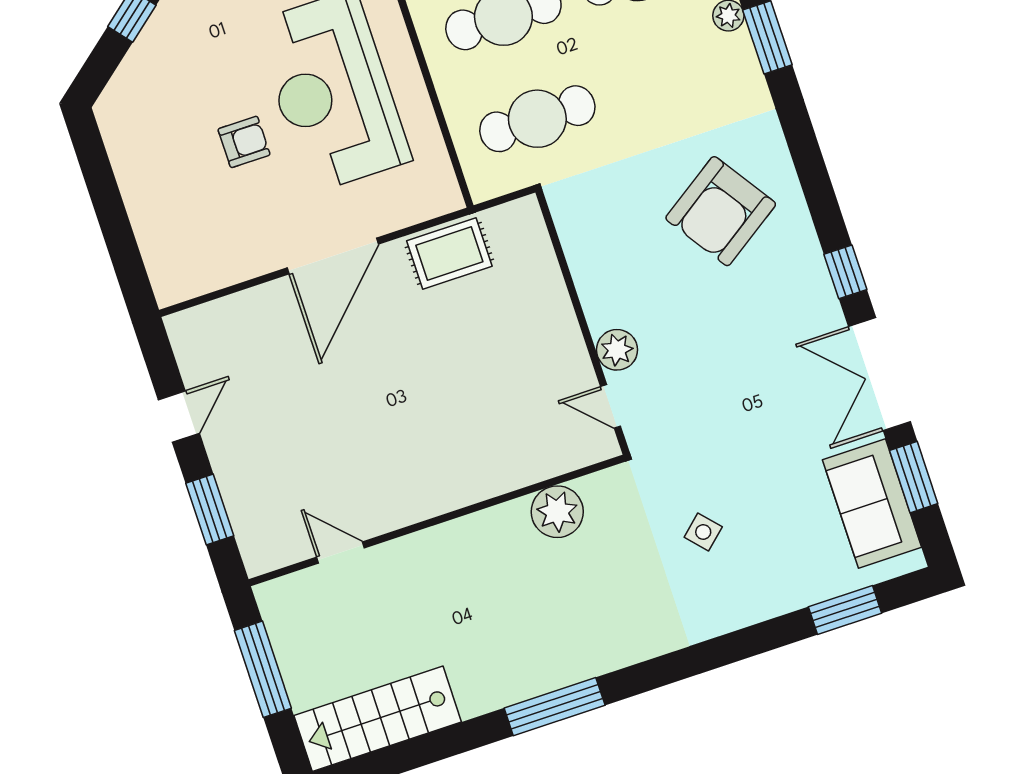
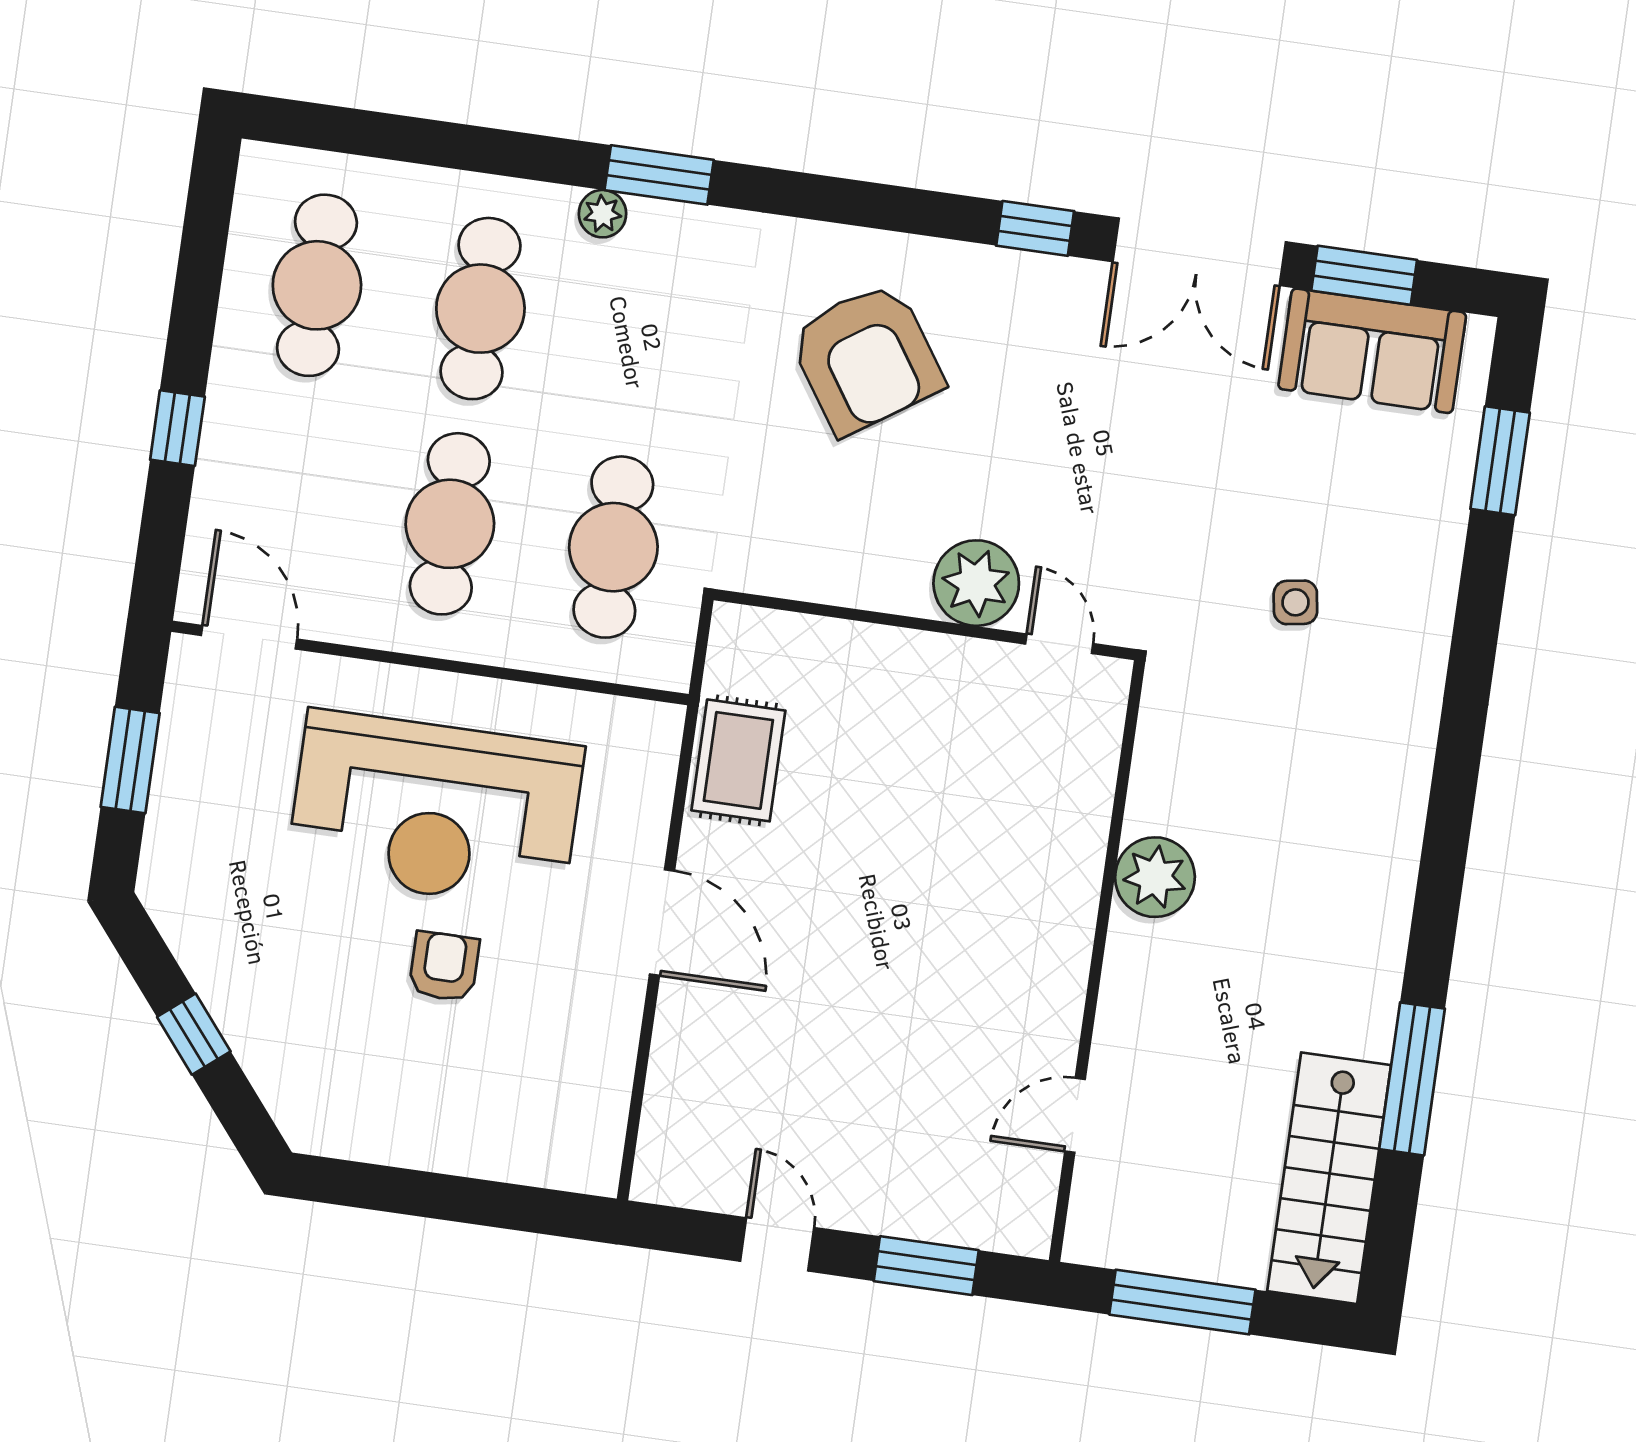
door: (333, 256) -> (662, 923), width x0.73
plant: (617, 350) -> (976, 583), width x1.36, depth x1.36
door: (610, 406) -> (1059, 644), swing flipped
plant: (557, 512) -> (1155, 877), moved
side table: (703, 532) -> (1295, 602), turned 33
window: (555, 707) -> (1412, 1079), moved

